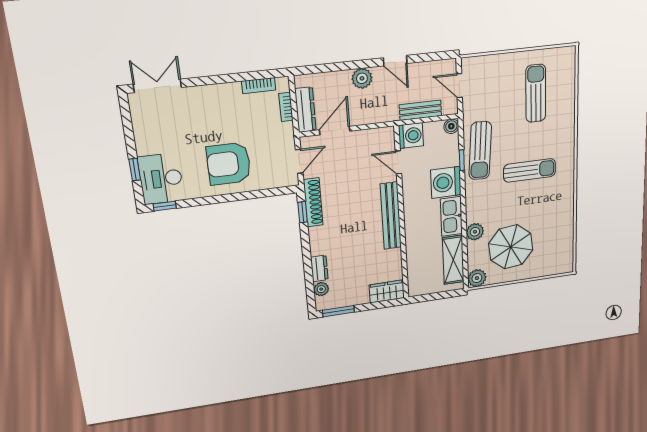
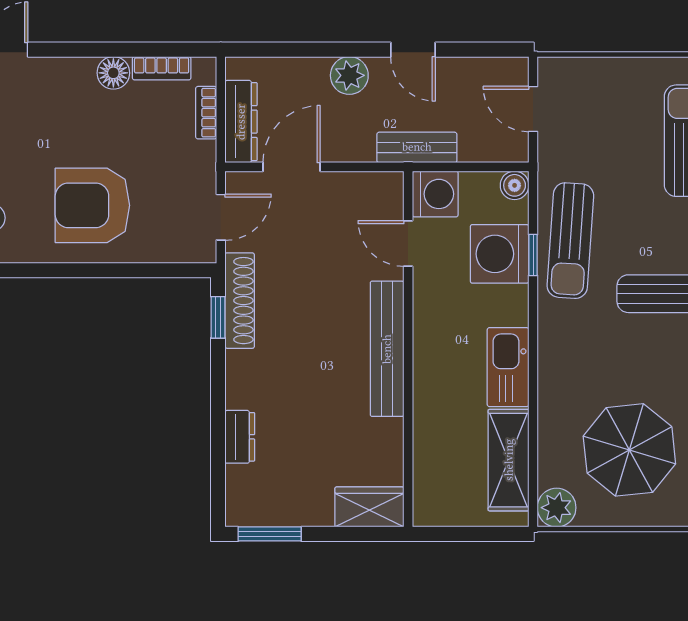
floor lamp: (232, 91) -> (113, 73), added
bench: (420, 110) -> (417, 147), moved
washing machine: (446, 182) -> (500, 254), moved
plant: (475, 232) -> (555, 406), removed
plant: (321, 289) -> (240, 481), removed

